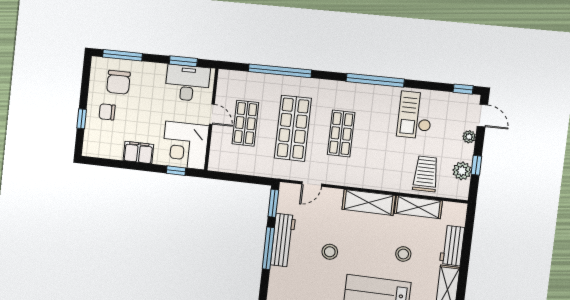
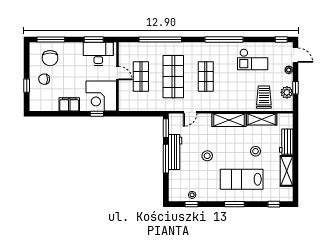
checkout: (415, 115) -> (253, 59), turned -90

